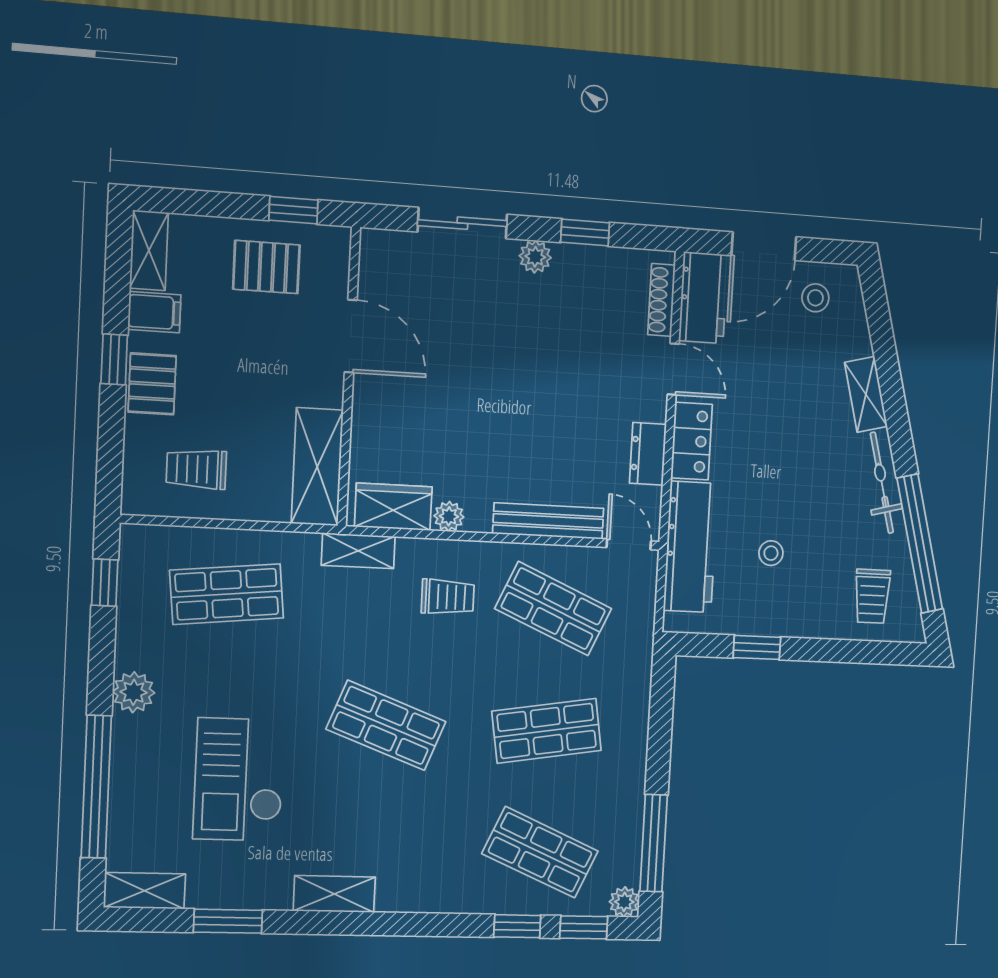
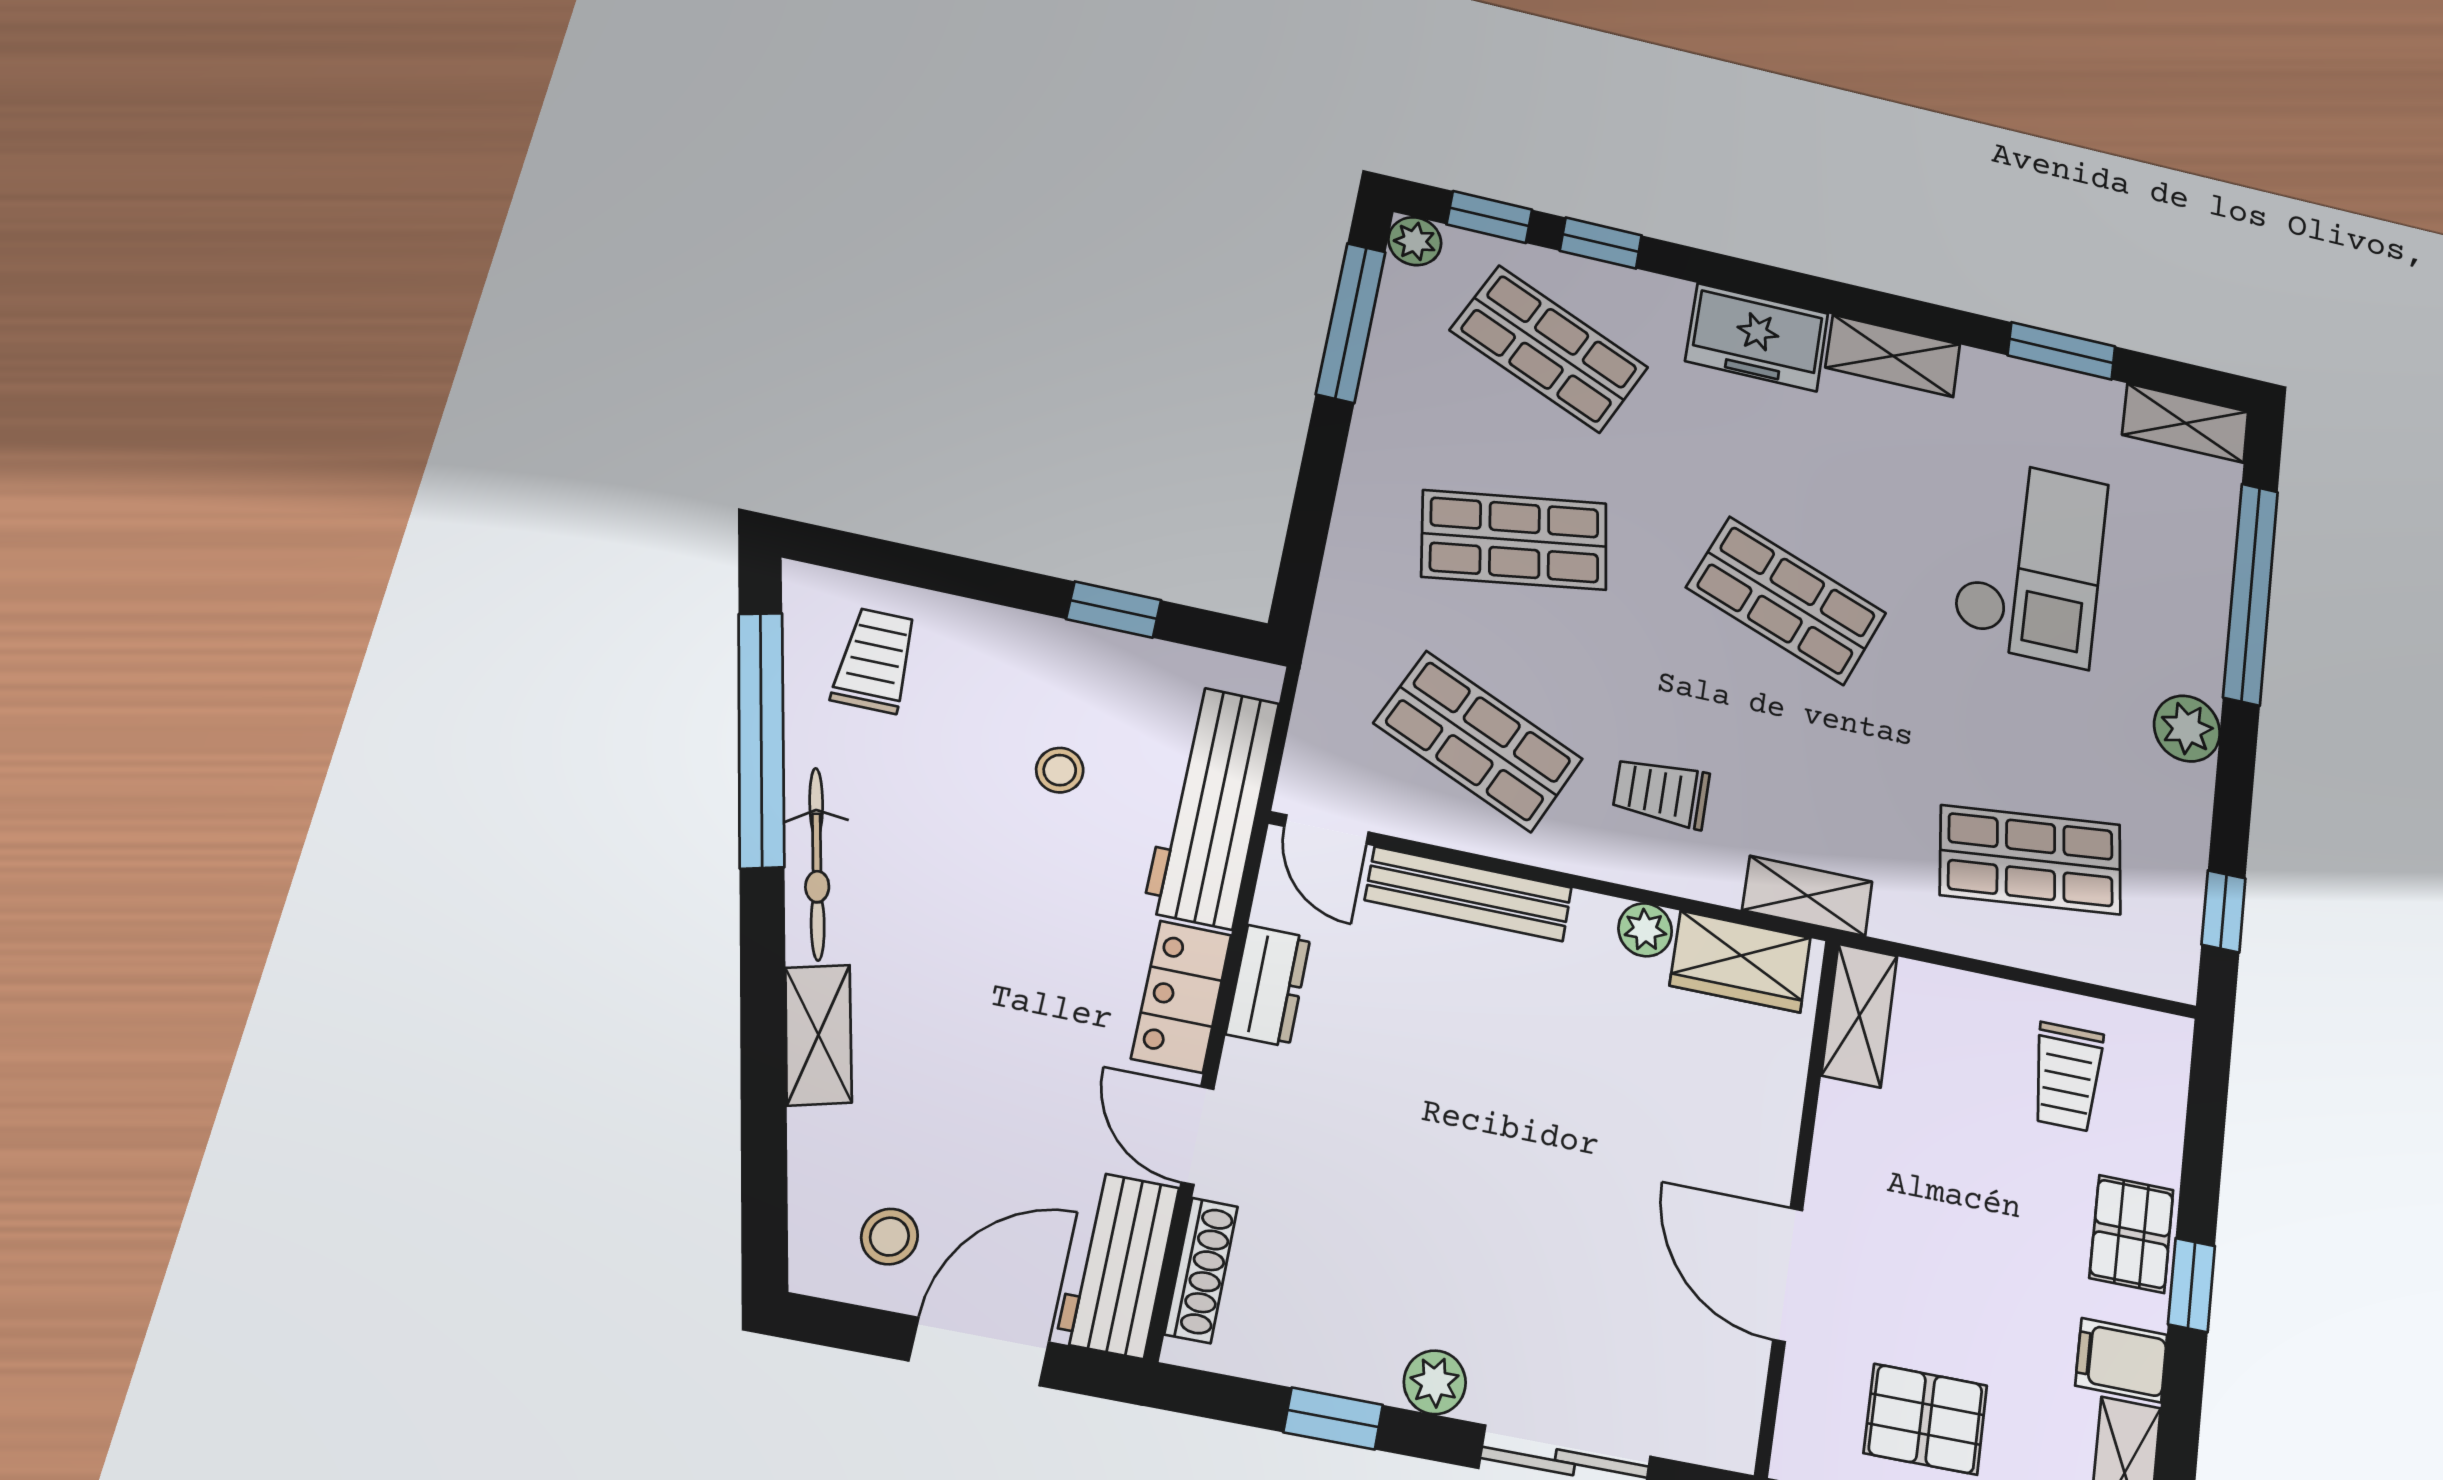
shelving: (317, 467) -> (1859, 1015), width x0.67, depth x0.75
trolley: (196, 469) -> (2067, 1077), turned 90
freezer: (418, 887) -> (1757, 337), added

